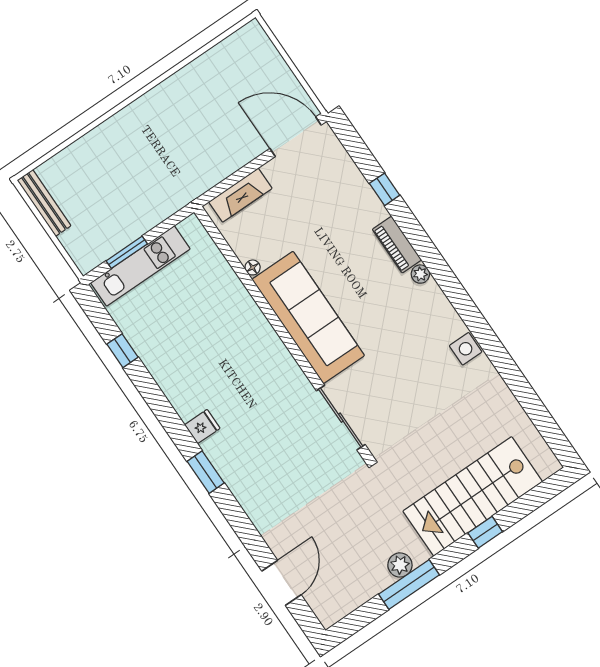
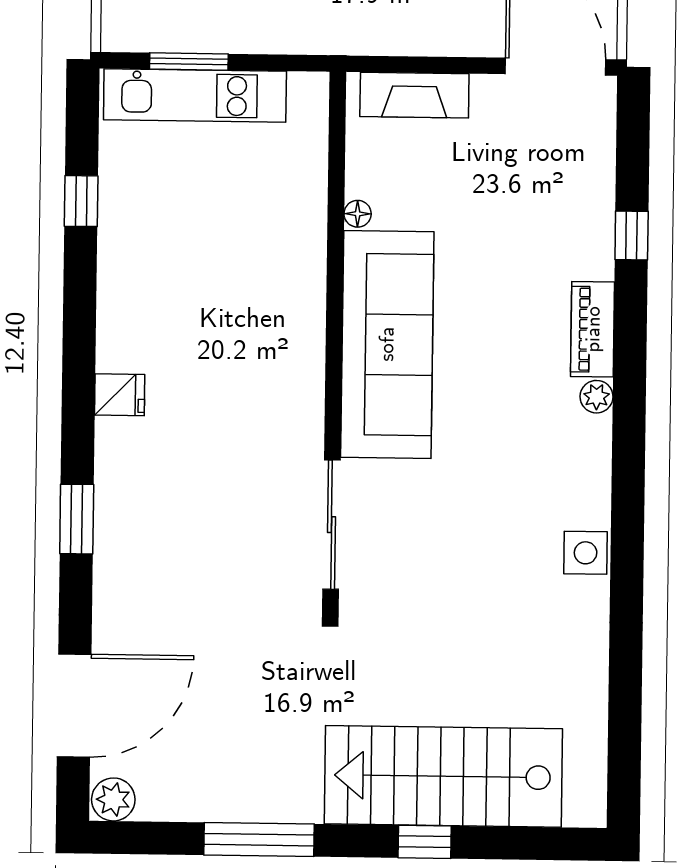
window: (206, 472) -> (77, 519), moved
plant: (400, 565) -> (113, 799), moved
door: (282, 583) -> (74, 706), width x1.36

